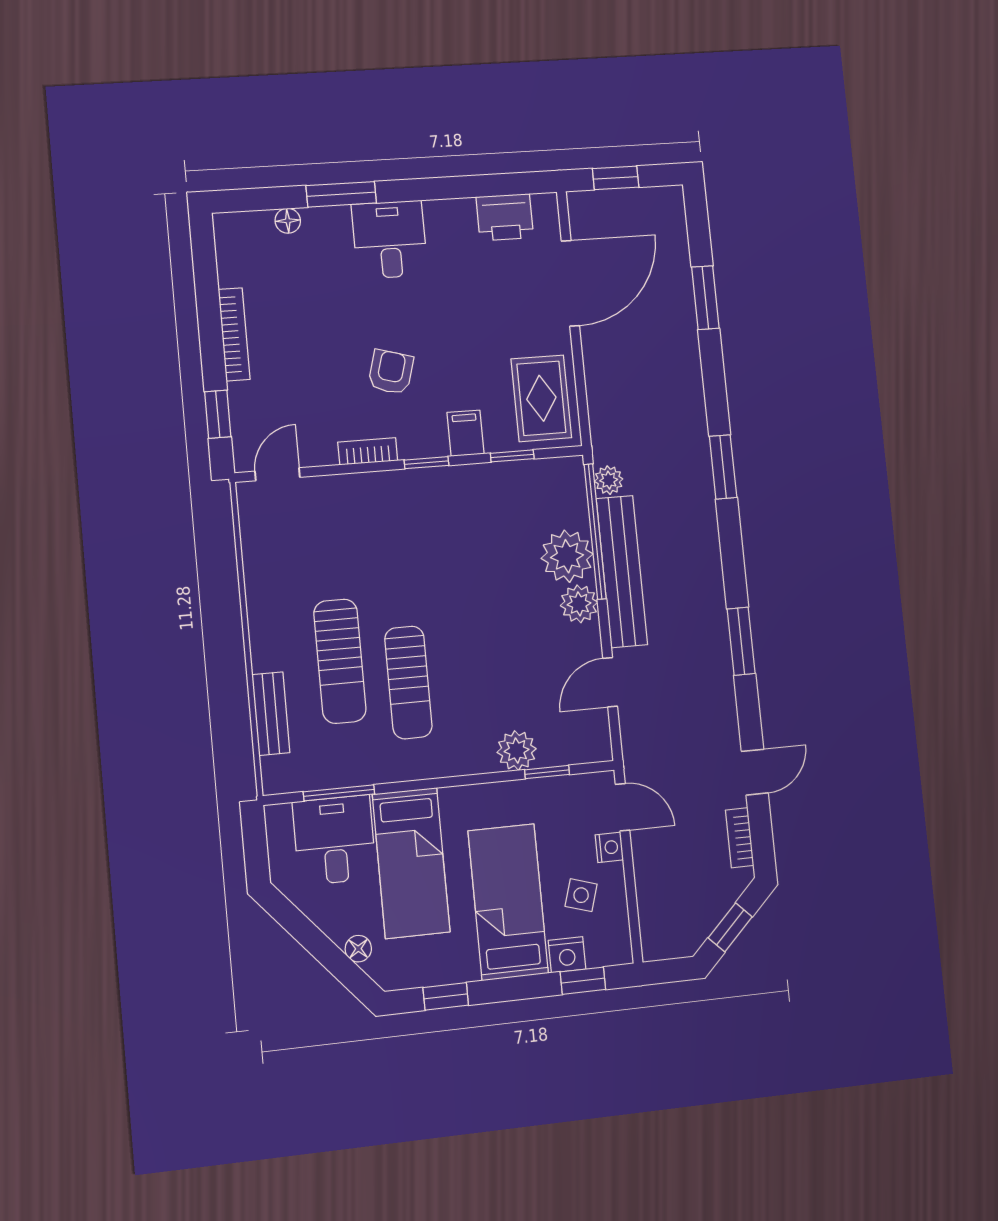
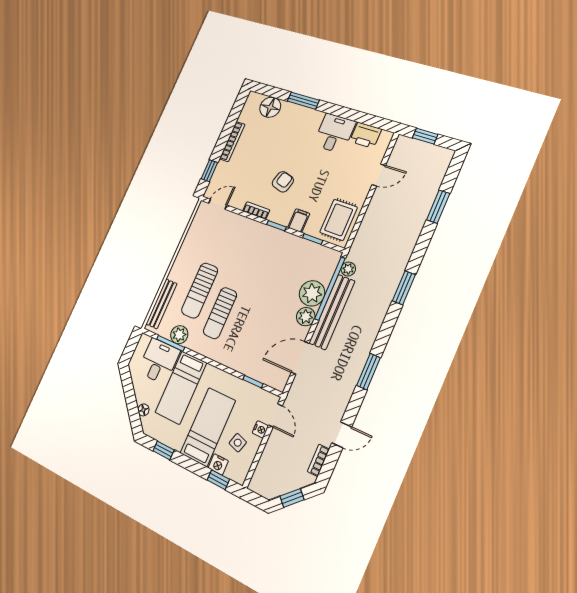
floor lamp: (288, 221) -> (270, 107), width x1.89, depth x1.89
desk: (390, 240) -> (334, 133), moved
door: (570, 283) -> (379, 175), width x0.53
door: (610, 682) -> (300, 358), width x1.37
bench: (271, 714) -> (161, 304), width x1.36
plant: (517, 750) -> (179, 335), moved

